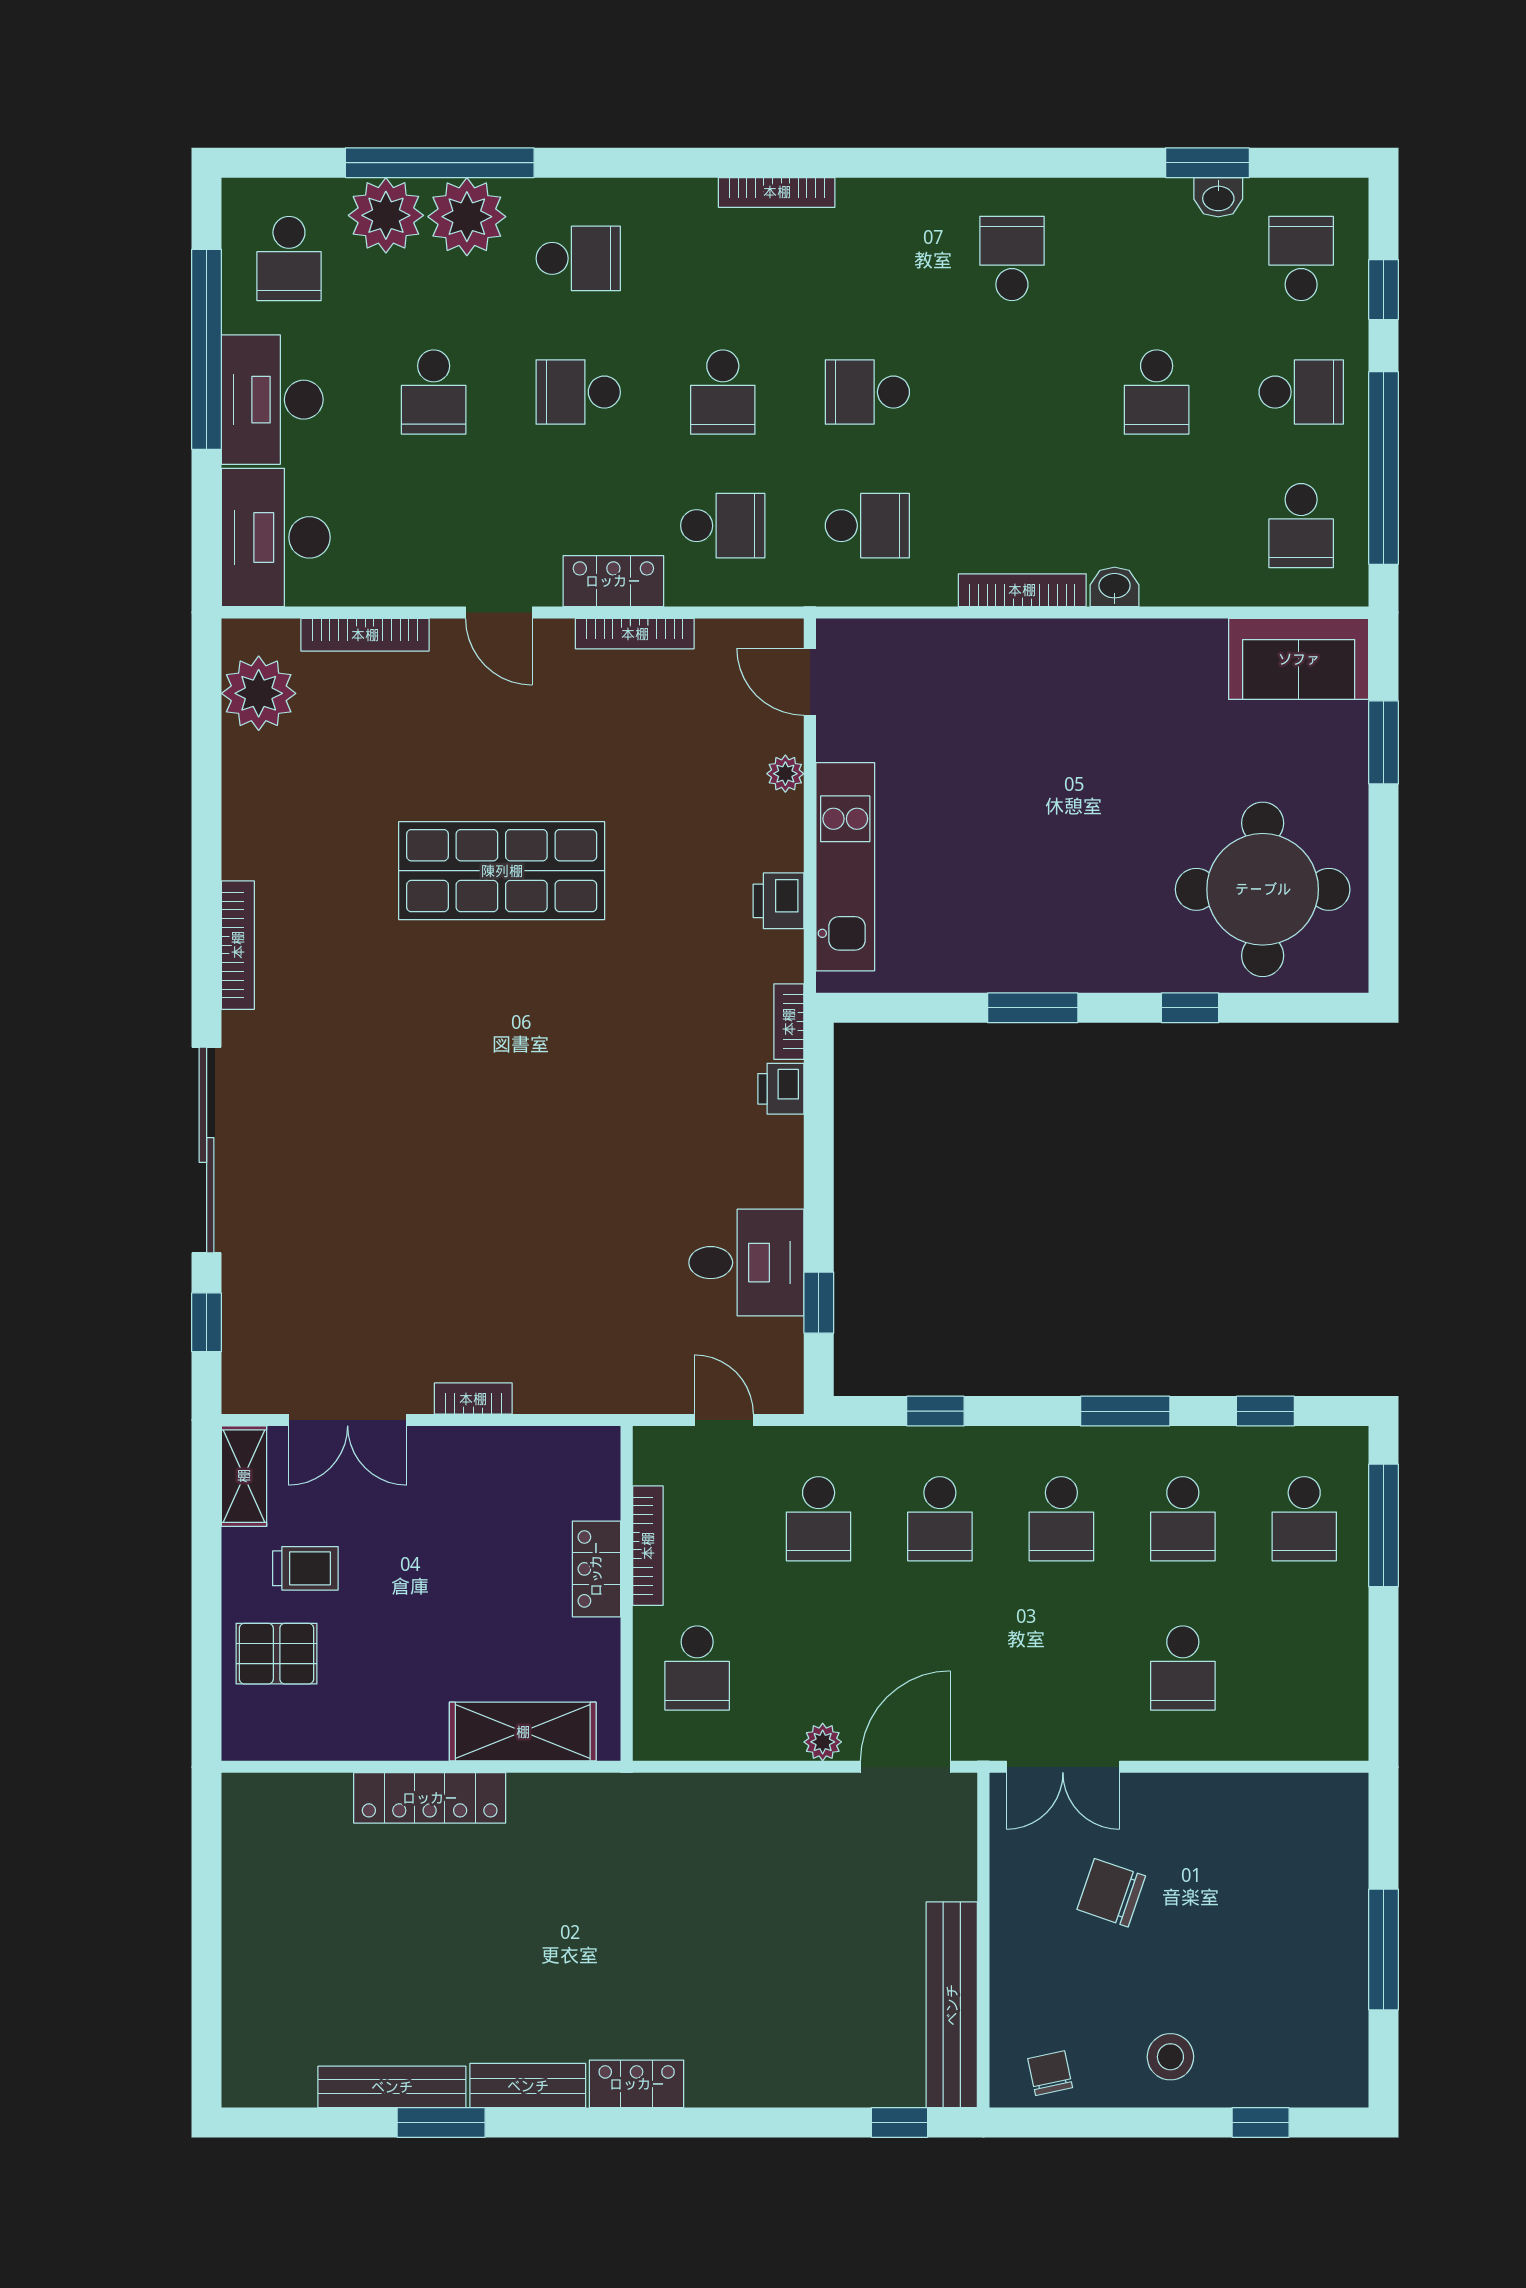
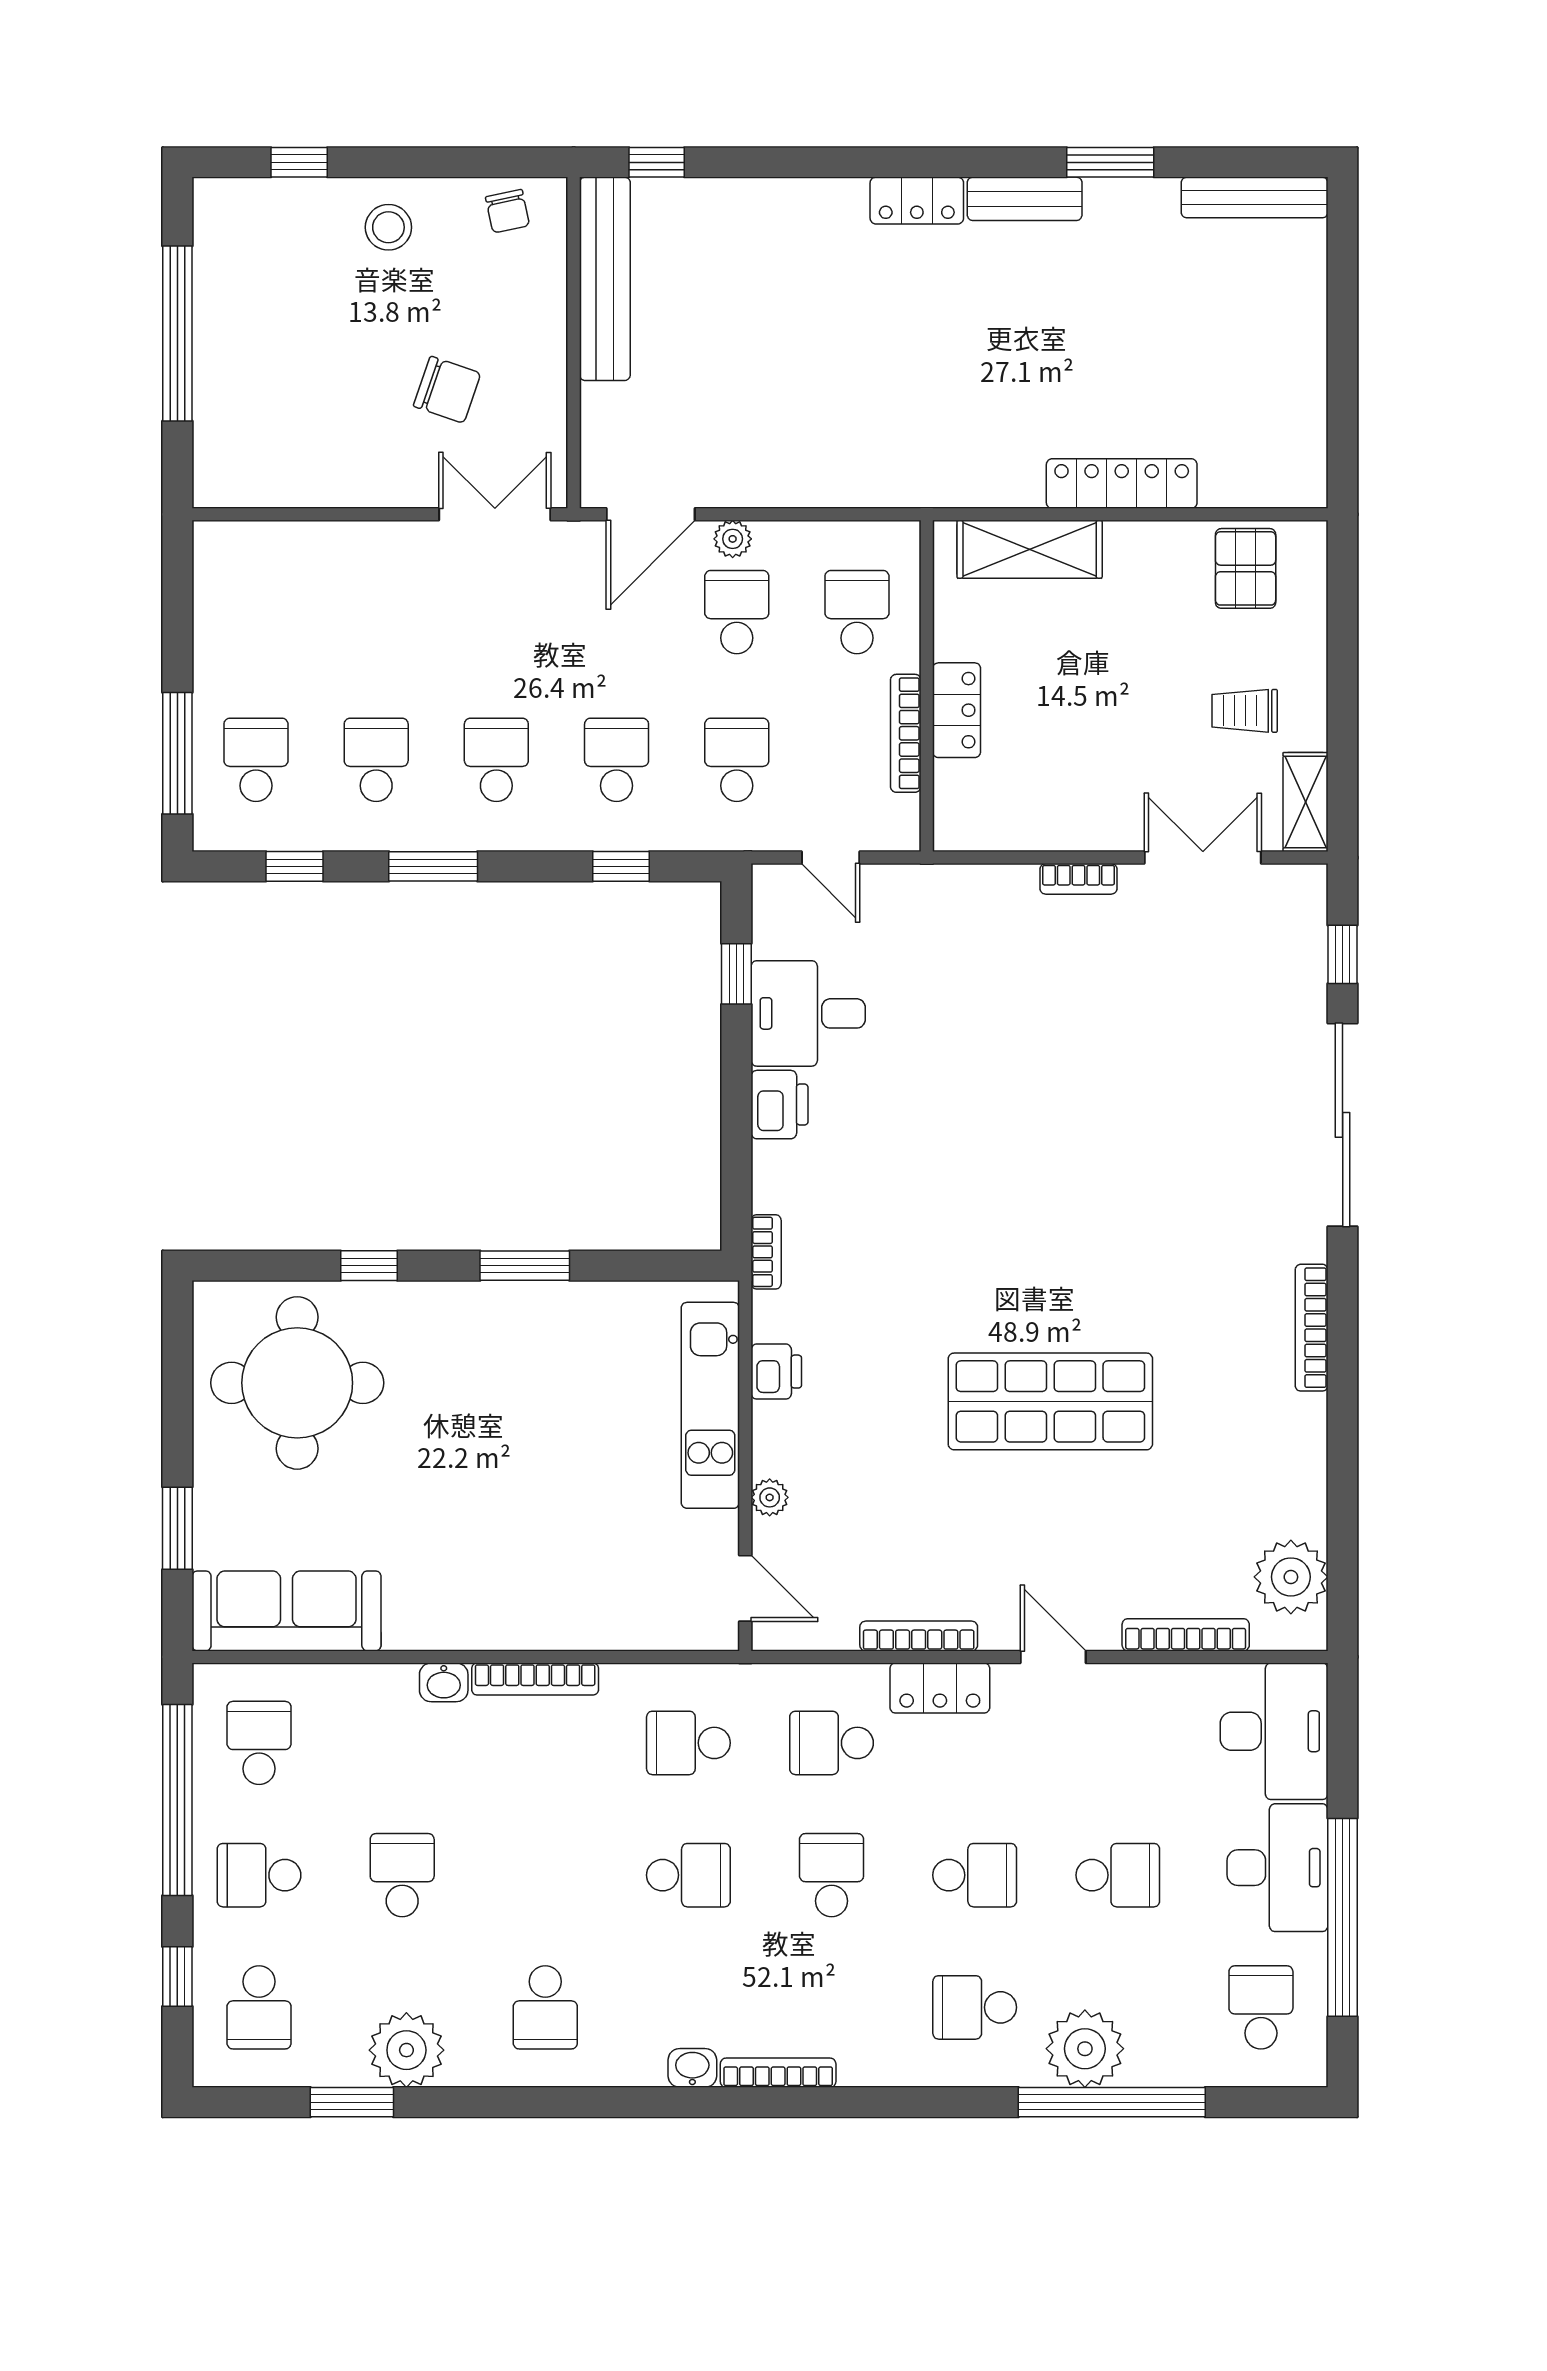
washbasin: (1218, 197) -> (692, 2068), moved
plant: (386, 215) -> (406, 2050), moved
school desk: (434, 392) -> (1118, 1875), turned 90
sofa: (1299, 659) -> (286, 1611), width x1.36
printer: (781, 1089) -> (779, 1105), moved, width x1.36, depth x1.24
pallet: (277, 1654) -> (1246, 568), moved, turned 90
school desk: (1183, 1668) -> (737, 612), moved
window: (1384, 1949) -> (177, 334), width x1.46
bench: (392, 2087) -> (1255, 197), moved

